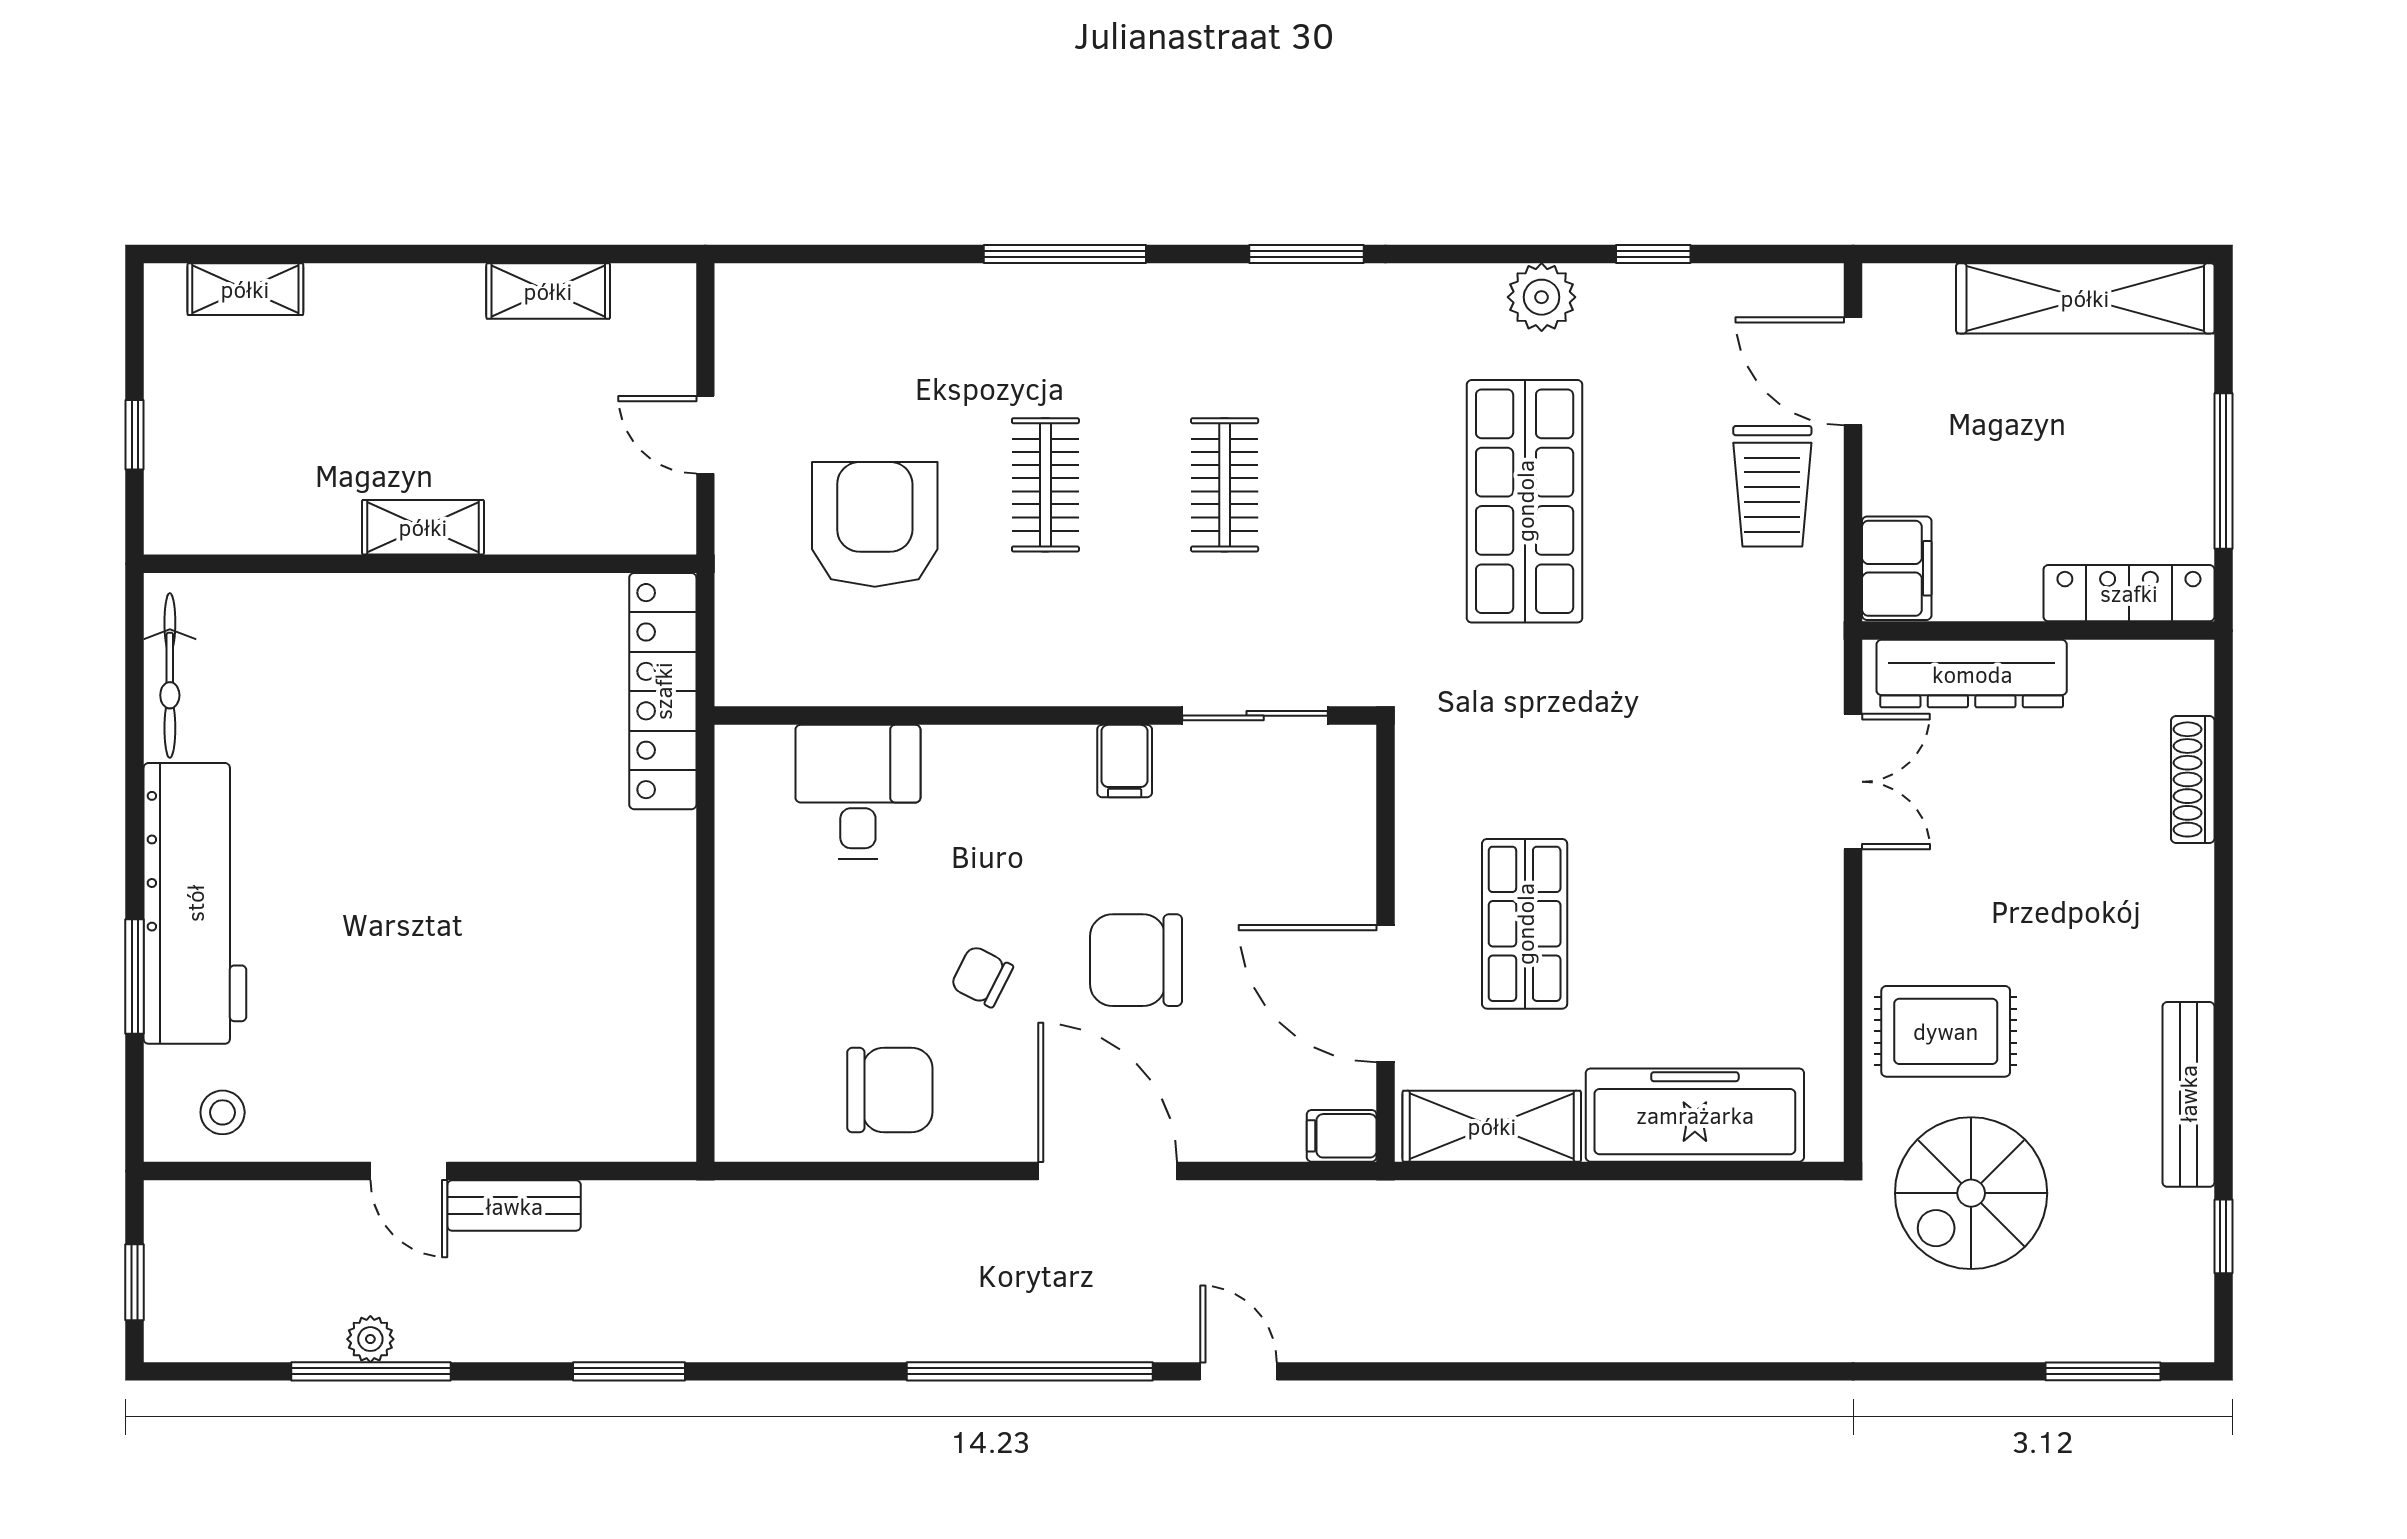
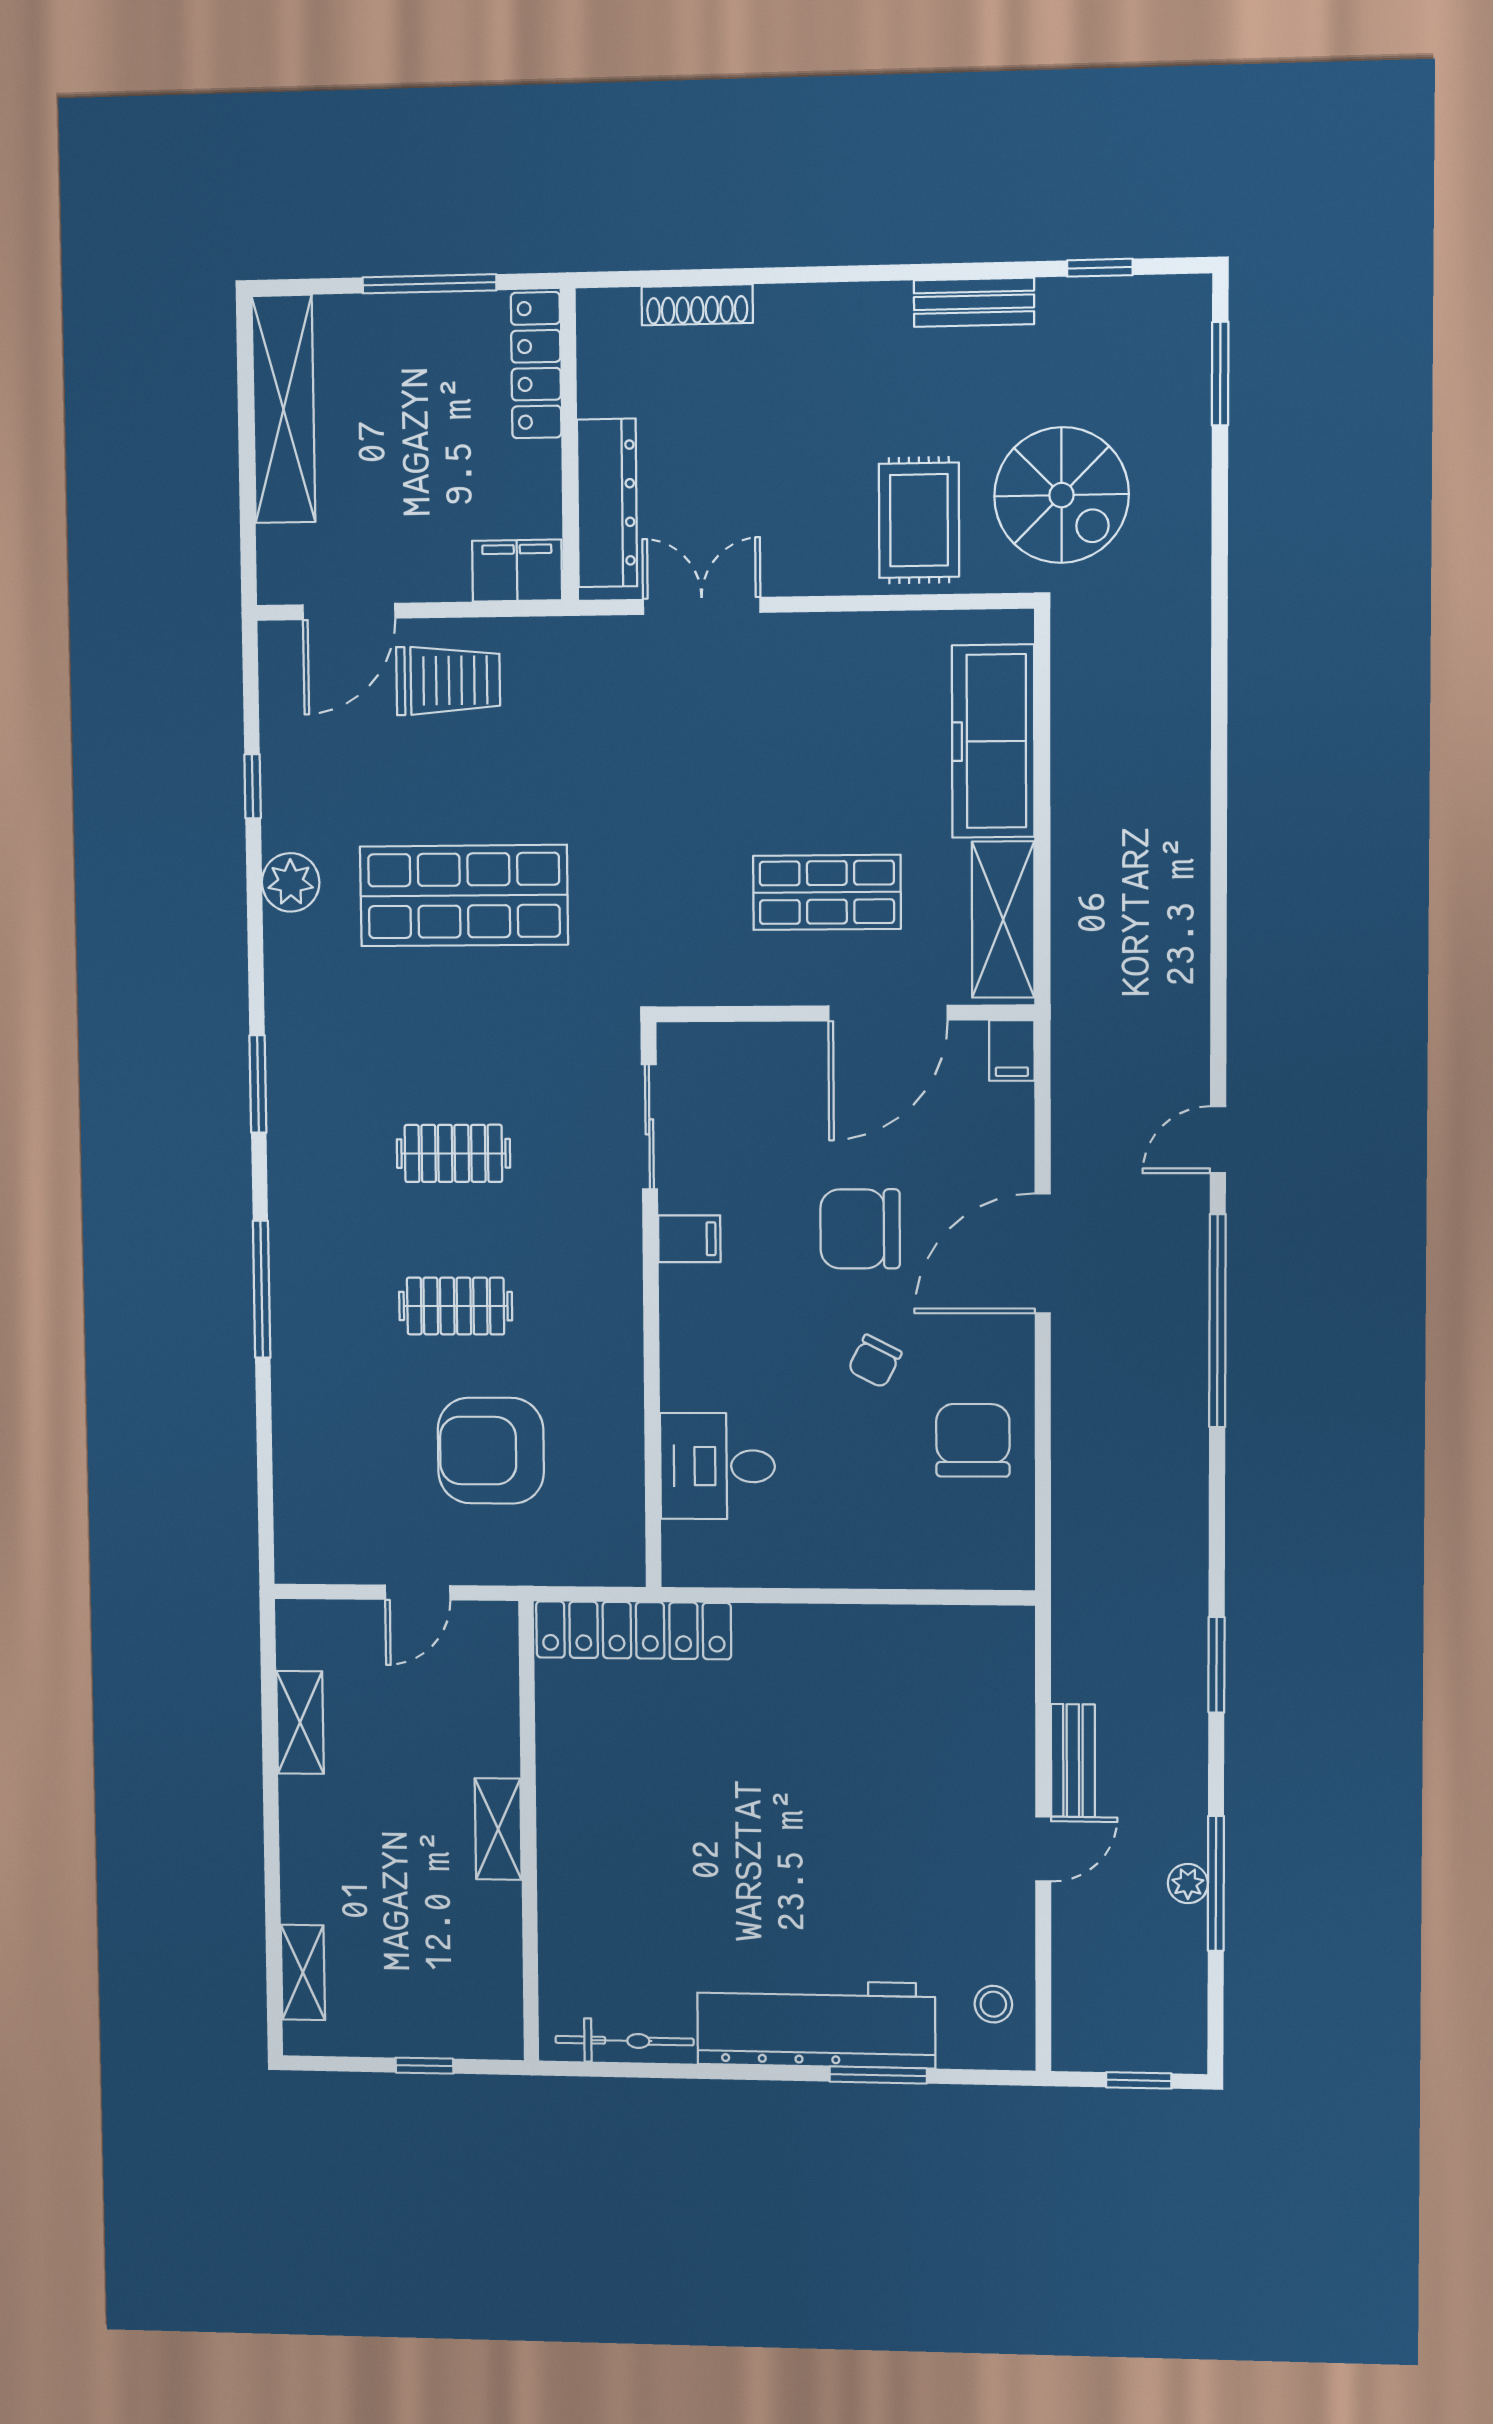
chair: (1136, 960) -> (860, 1229), turned 90
bench: (2188, 1094) -> (974, 302), width x0.73

